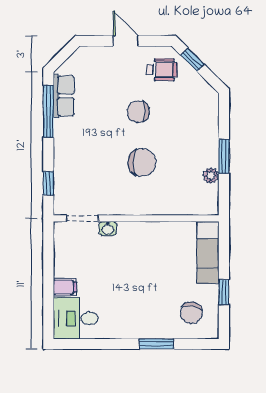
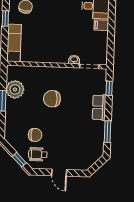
row of seats: (64, 96) -> (99, 107), moved
window: (48, 111) -> (107, 132), width x0.69
chair: (138, 112) -> (35, 135), moved
plant: (211, 176) -> (15, 89), width x1.88, depth x1.88

